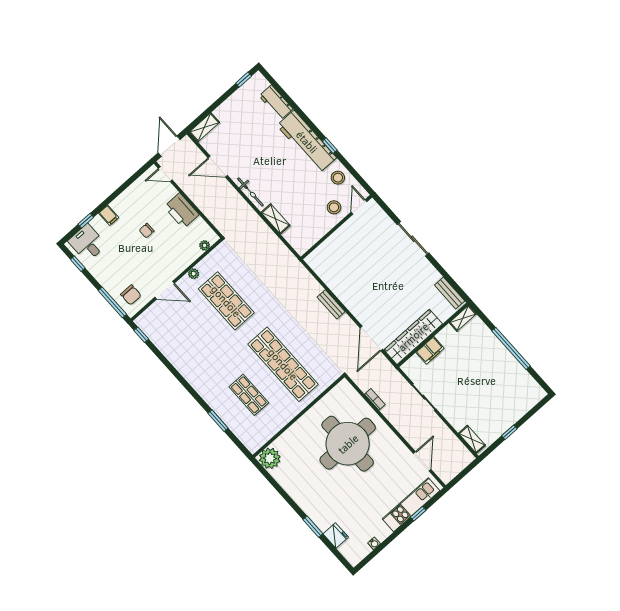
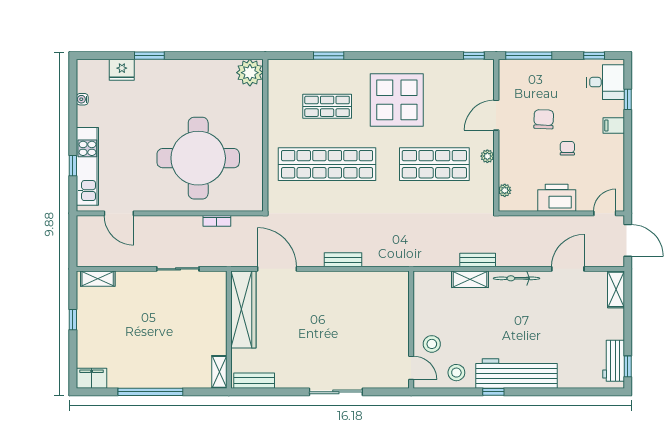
workbench: (276, 102) -> (614, 361), moved, turned -90
bench: (260, 225) -> (478, 260), added
chair: (131, 295) -> (544, 119), moved, turned 92
filing cabinet: (430, 350) -> (92, 378), moved, turned 90
display table: (208, 357) -> (397, 100), added

